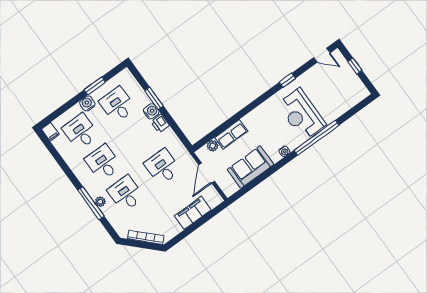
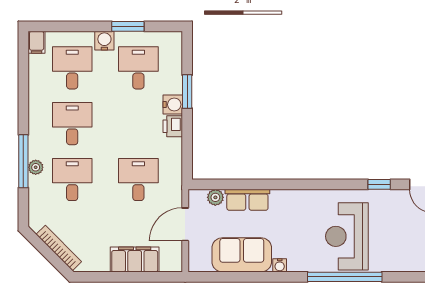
window: (287, 80) -> (379, 184), moved
water cooler: (284, 151) -> (280, 265), moved

